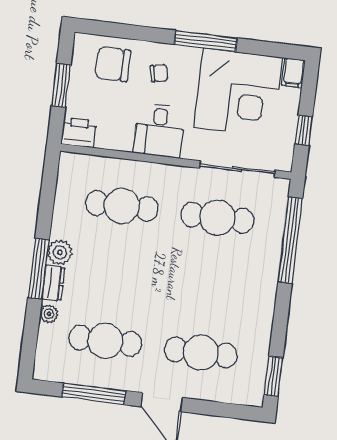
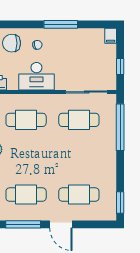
corner desk: (238, 92) -> (82, 50), removed
desk: (159, 130) -> (36, 76), width x1.37

